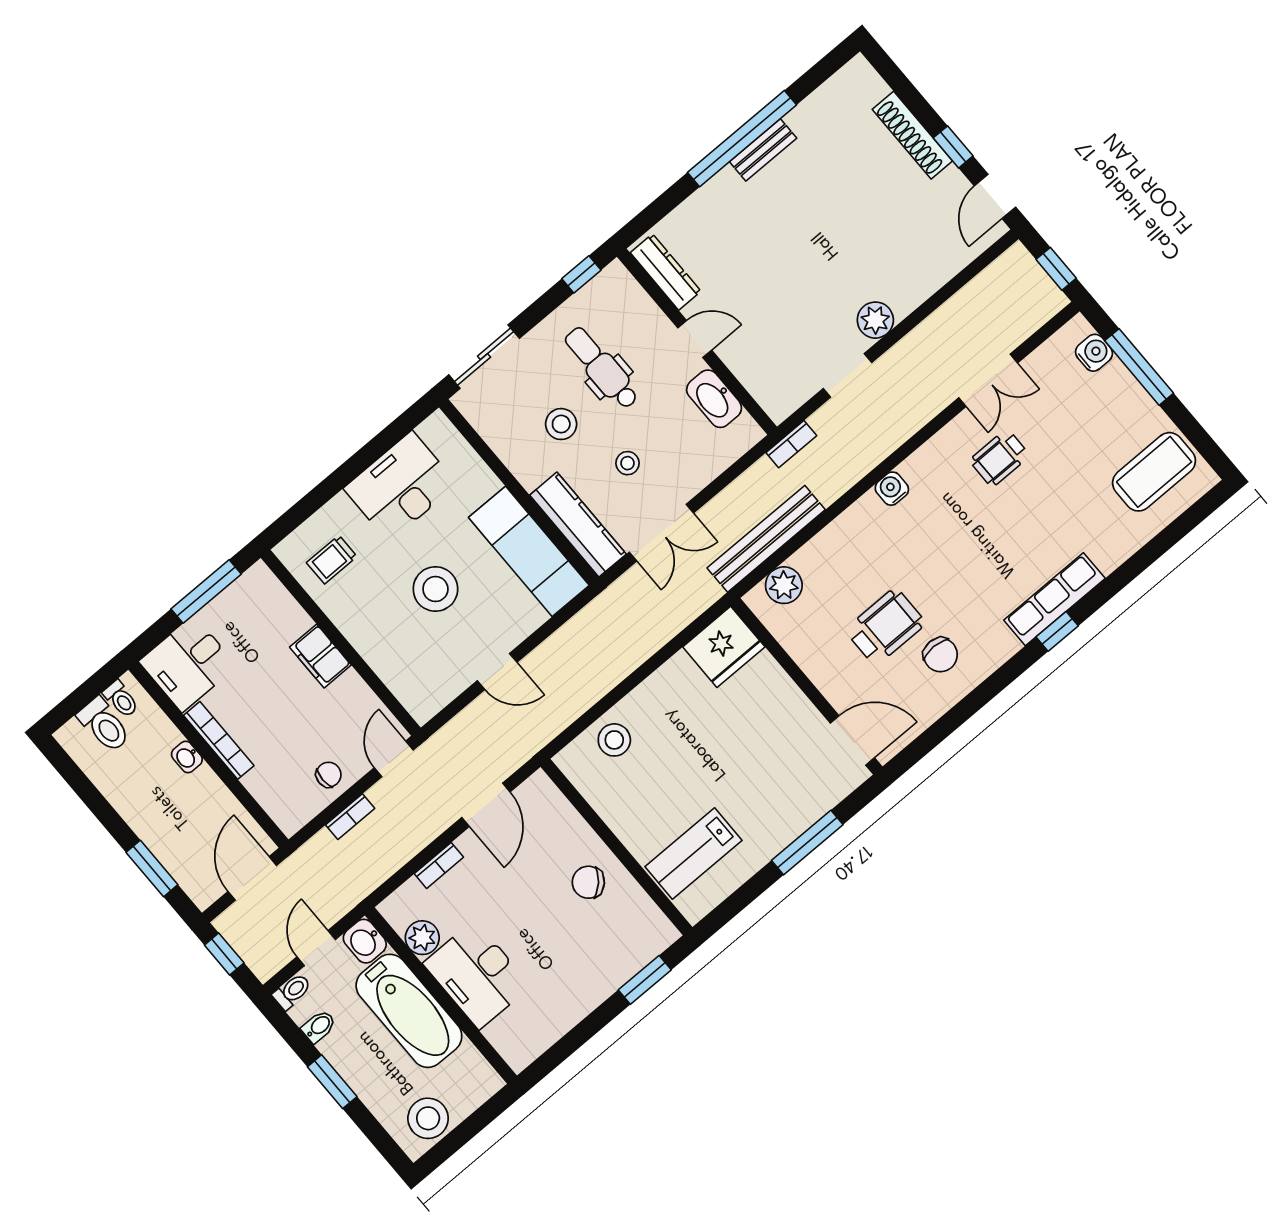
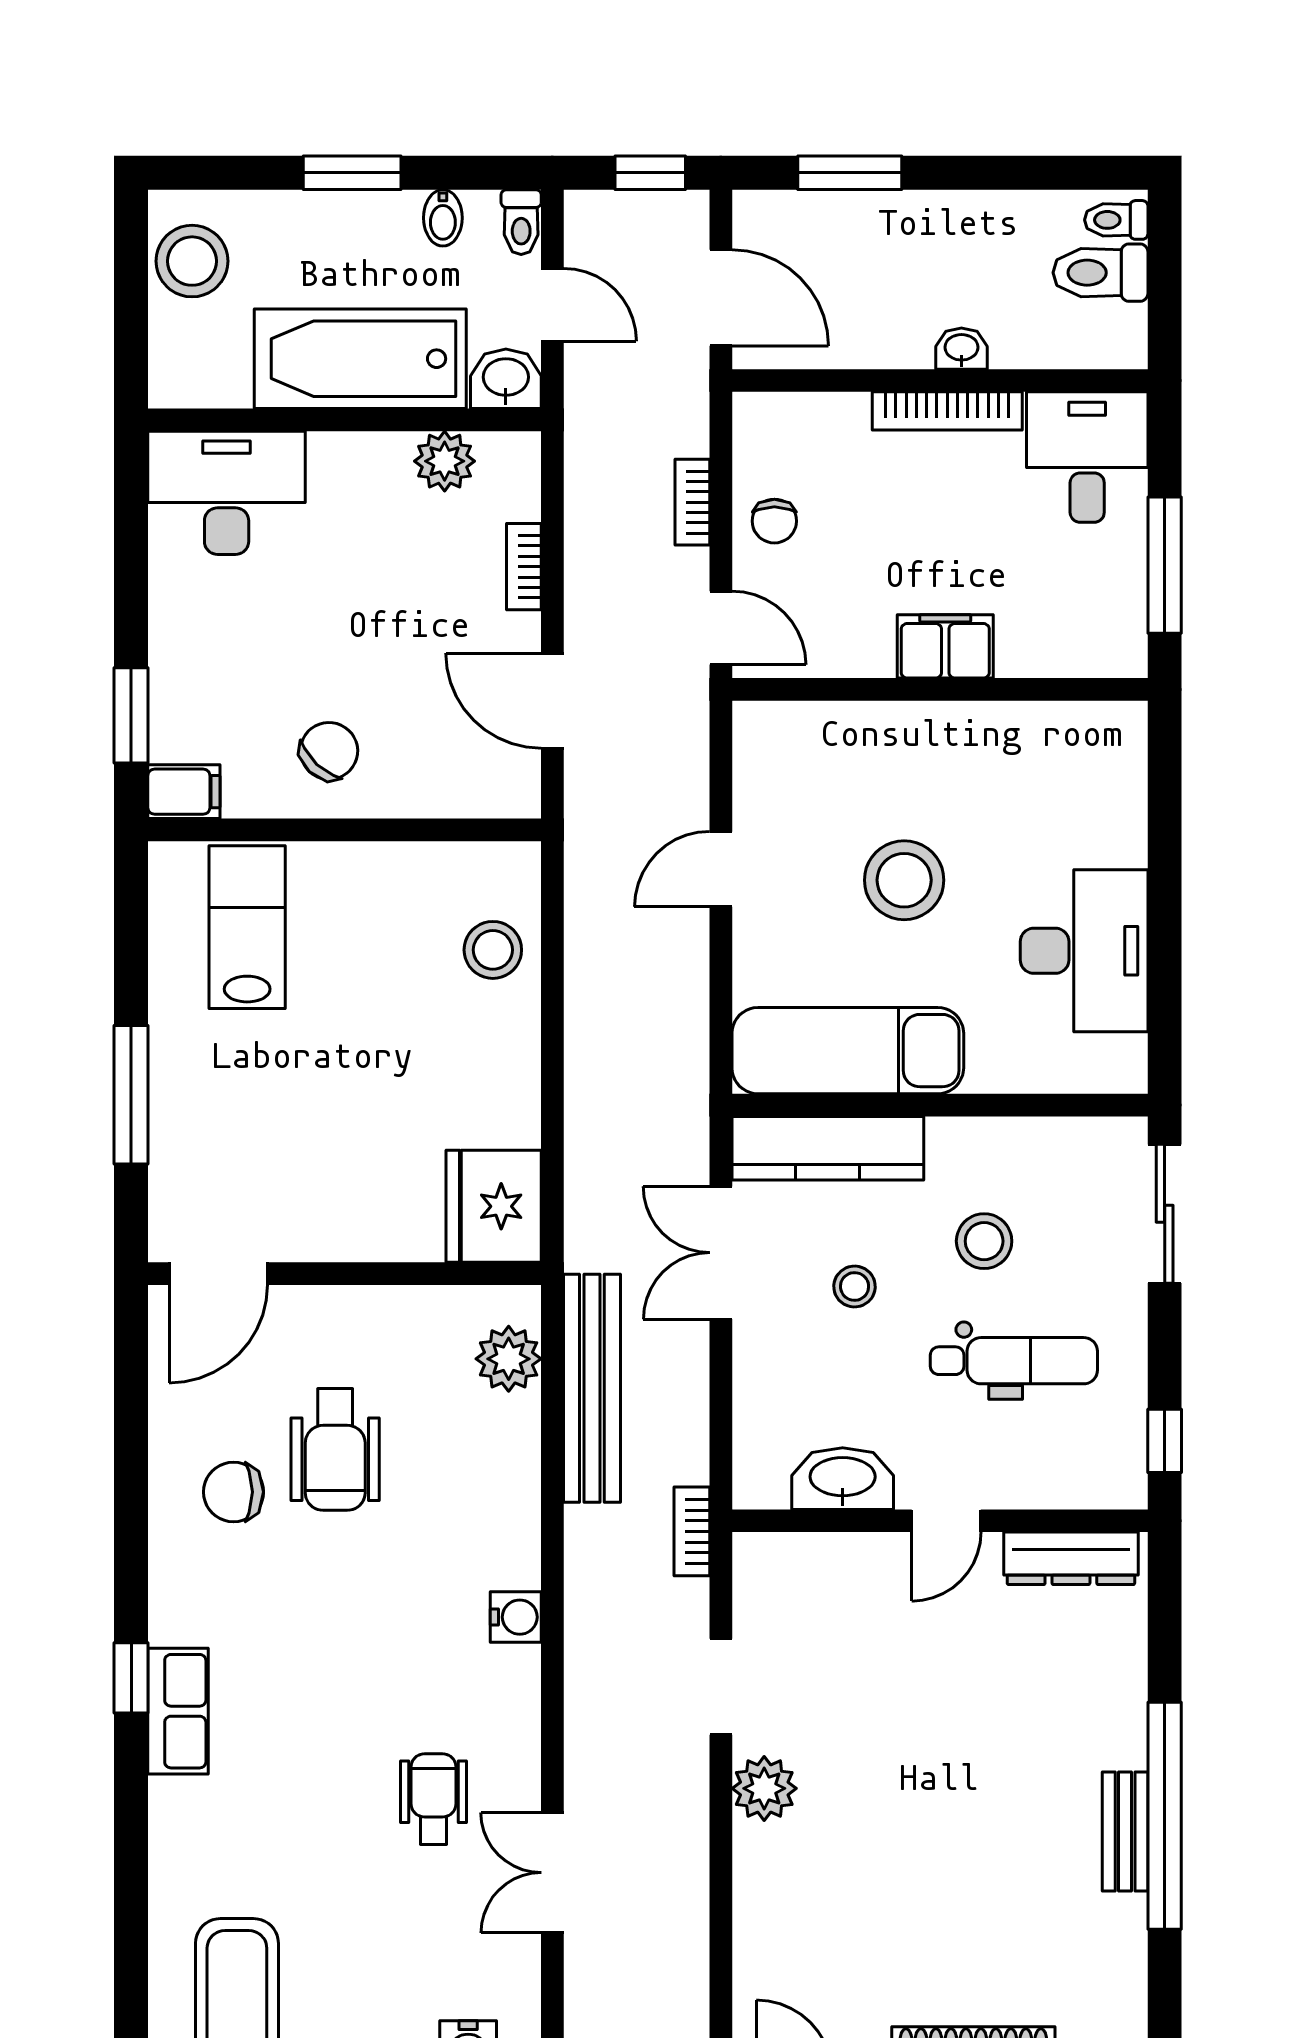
trolley: (332, 560) -> (1064, 773), removed
row of seats: (1054, 599) -> (178, 1711), width x0.68
toilet: (121, 699) -> (1116, 220), moved
filing cabinet: (658, 930) -> (184, 792), added
desk: (477, 975) -> (227, 493), moved

